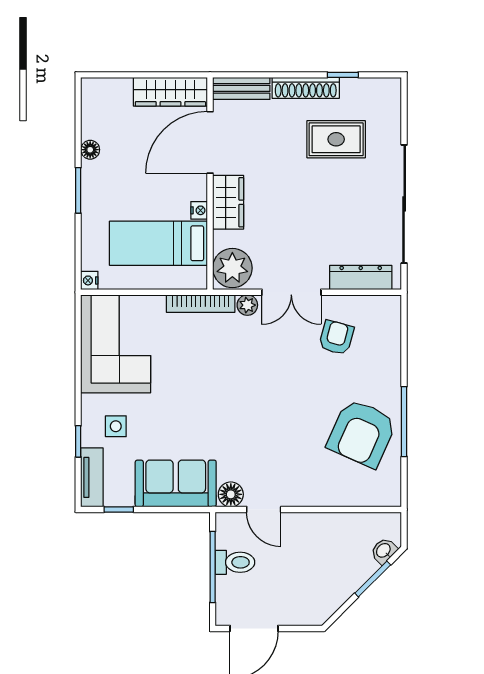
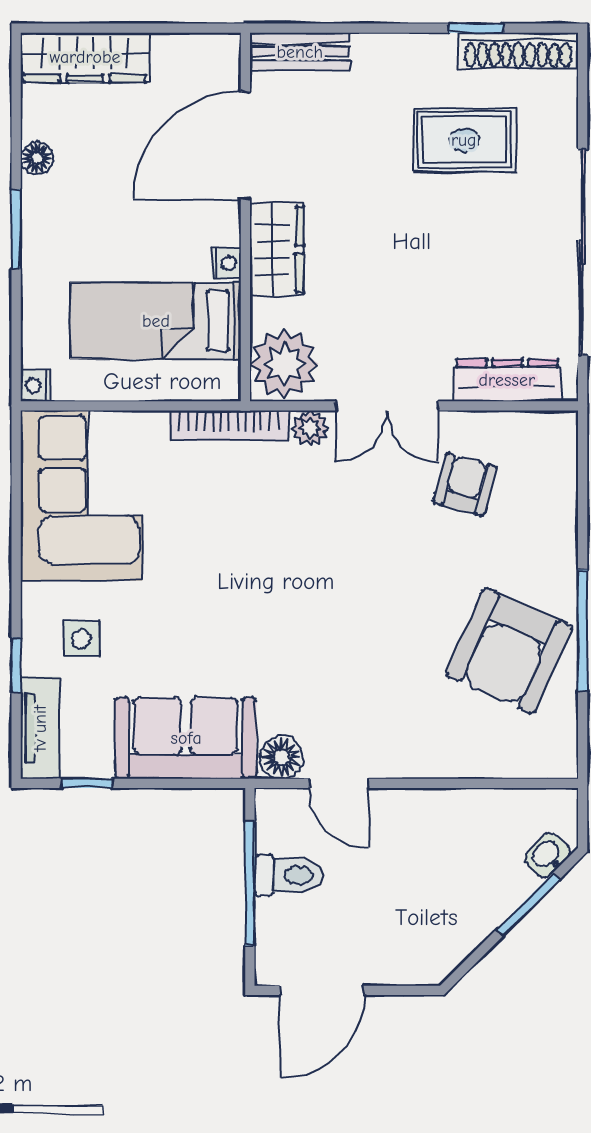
shoe rack: (306, 88) -> (518, 51), moved
wardrobe: (170, 92) -> (85, 57), moved

